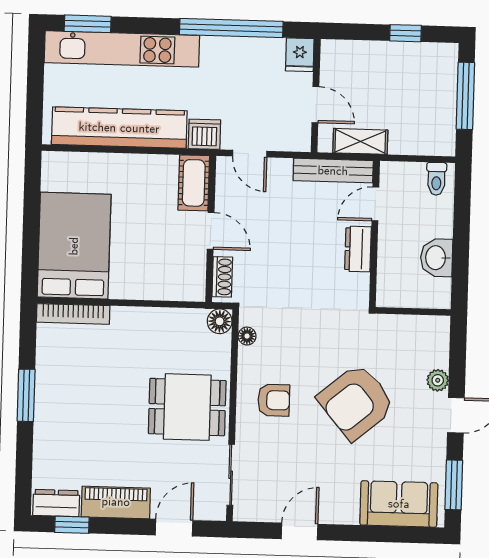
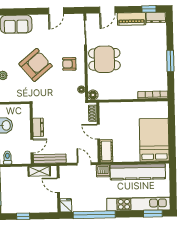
bed: (74, 246) -> (154, 140), moved, turned 180

